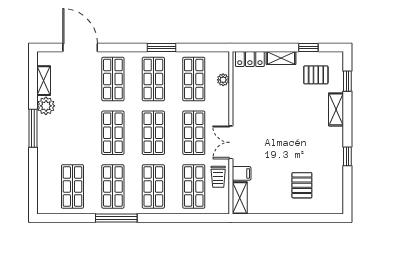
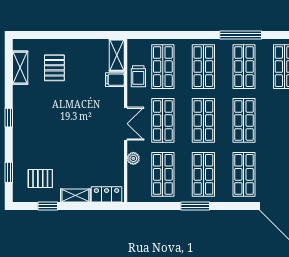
plant: (223, 80) -> (133, 158), moved
shelving: (336, 109) -> (20, 68), moved
double door: (231, 142) -> (126, 124), moved
window: (347, 156) -> (9, 118), moved
trolley: (218, 177) -> (138, 76), turned 180

